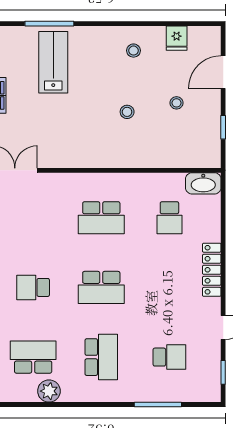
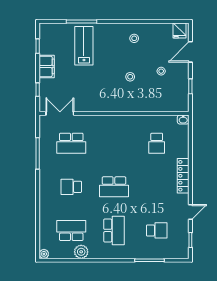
fridge: (177, 38) -> (179, 31), moved
washbasin: (203, 183) -> (183, 120), width x0.52, depth x0.69
school desk: (101, 218) -> (71, 143), moved

